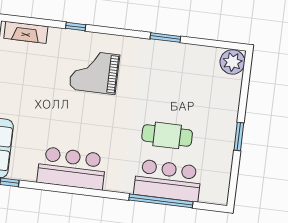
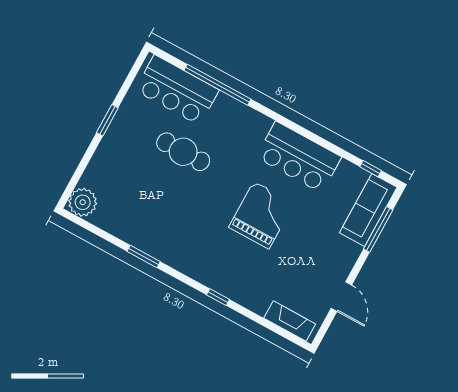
window: (76, 27) -> (218, 297), moved
grand piano: (94, 72) -> (261, 215), moved, turned -90
bar counter: (168, 180) -> (177, 90), moved

